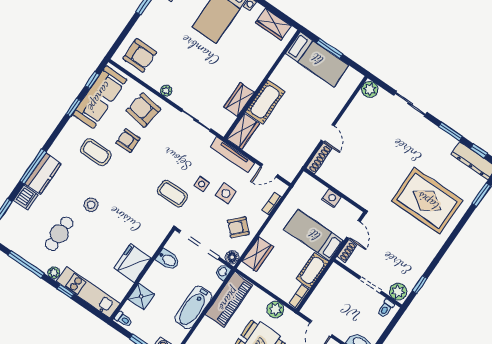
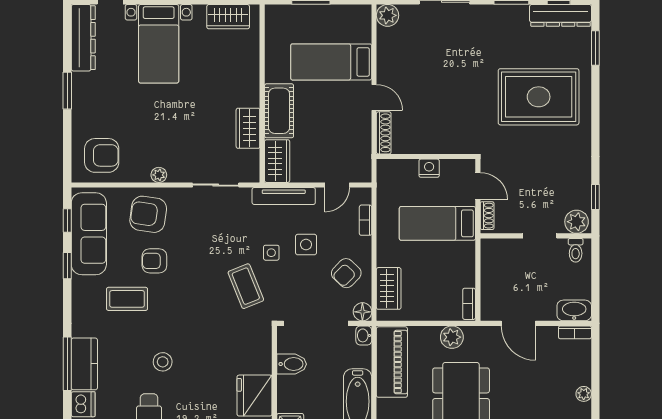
bed: (317, 59) -> (331, 62), moved, turned 180
coffee table: (172, 194) -> (246, 286), turned 68
cot: (312, 270) -> (463, 264), removed

